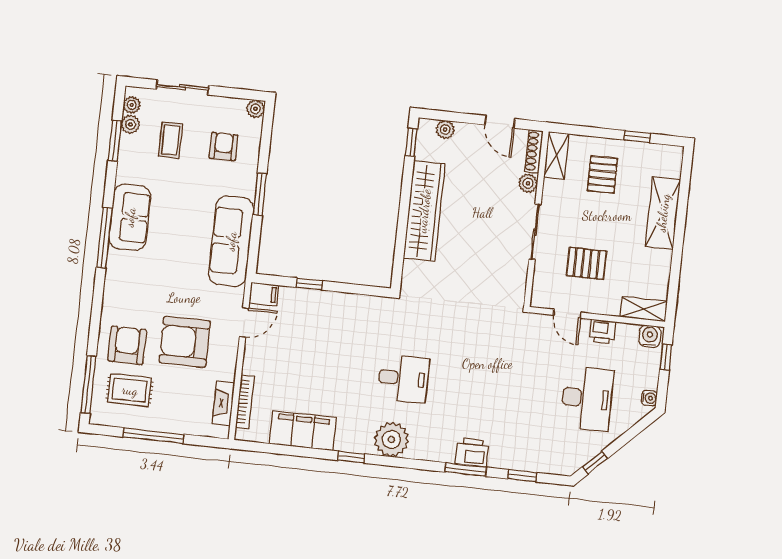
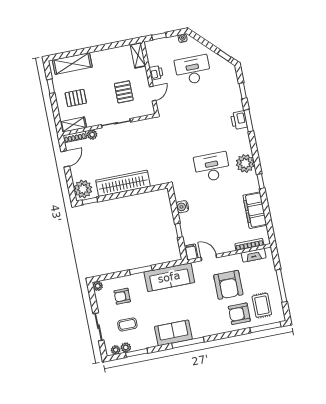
plant: (445, 130) -> (83, 189), width x1.88, depth x1.88
shelving: (663, 213) -> (72, 63), moved
water cooler: (650, 336) -> (182, 207), moved
desk: (403, 379) -> (212, 167), width x1.37

